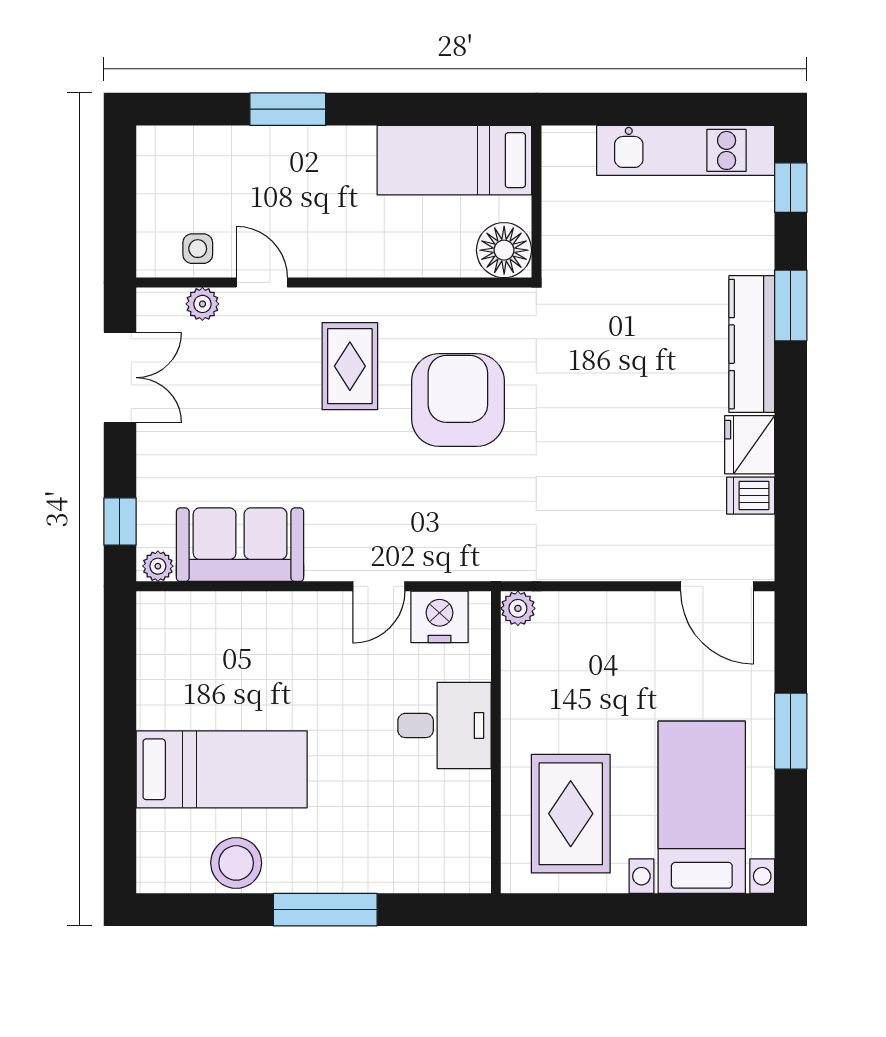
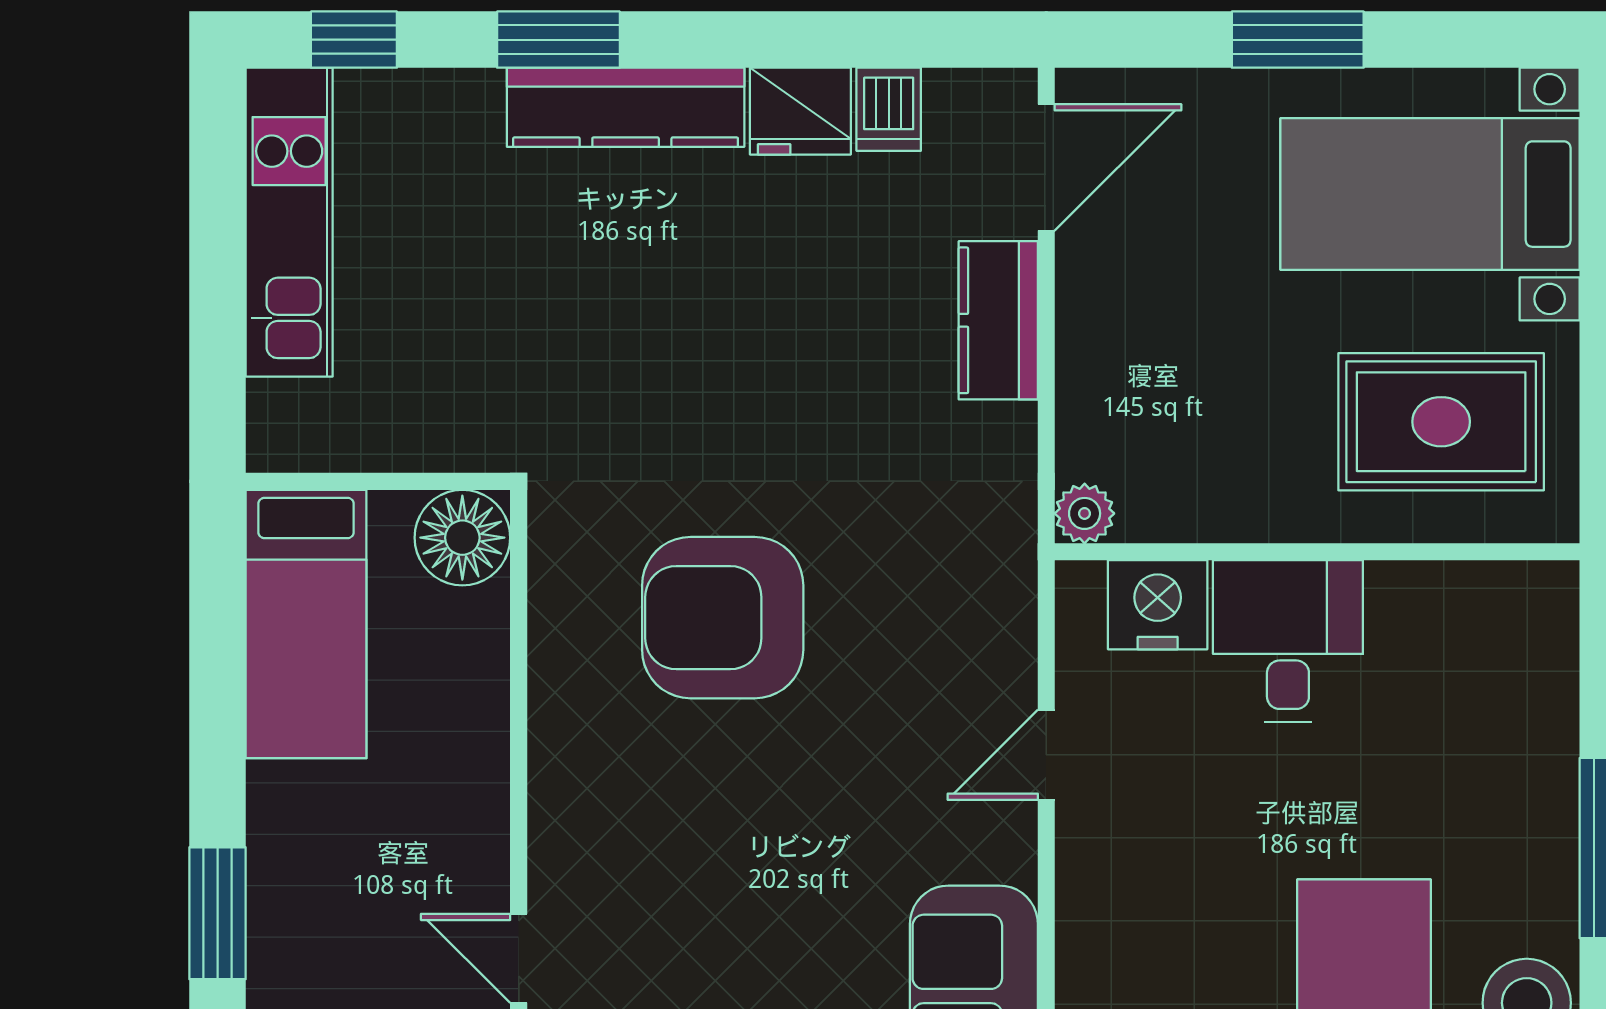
door: (262, 283) -> (519, 958), hinge flipped
rug: (350, 366) -> (664, 805), removed
kitchen counter: (629, 559) -> (998, 320), added
door: (379, 586) -> (1046, 755), swing flipped
nightstand: (440, 617) -> (1158, 605), moved, turned 90

